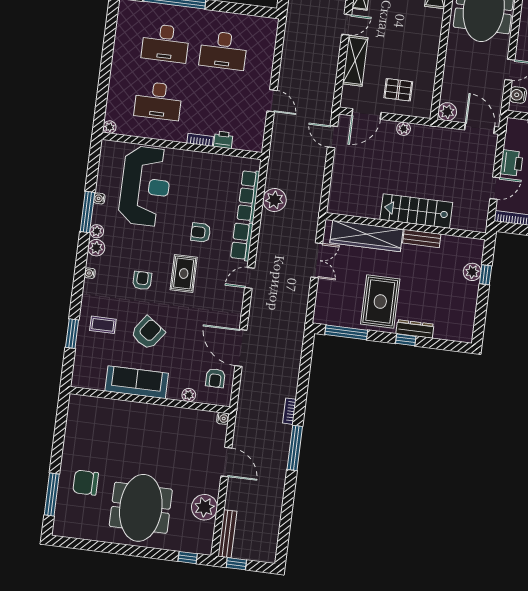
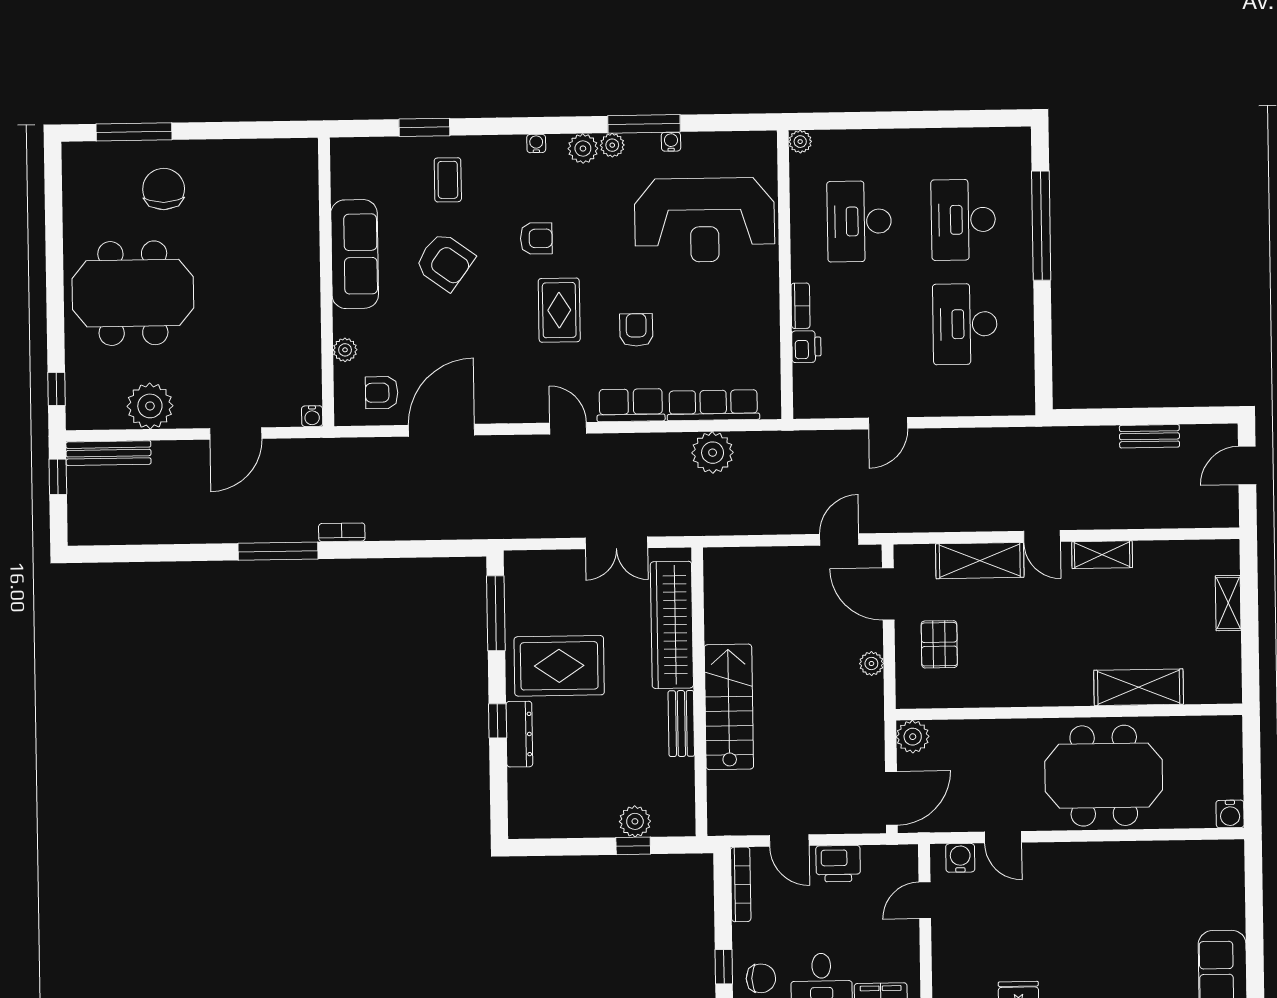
rug: (184, 274) -> (559, 310), turned 90

